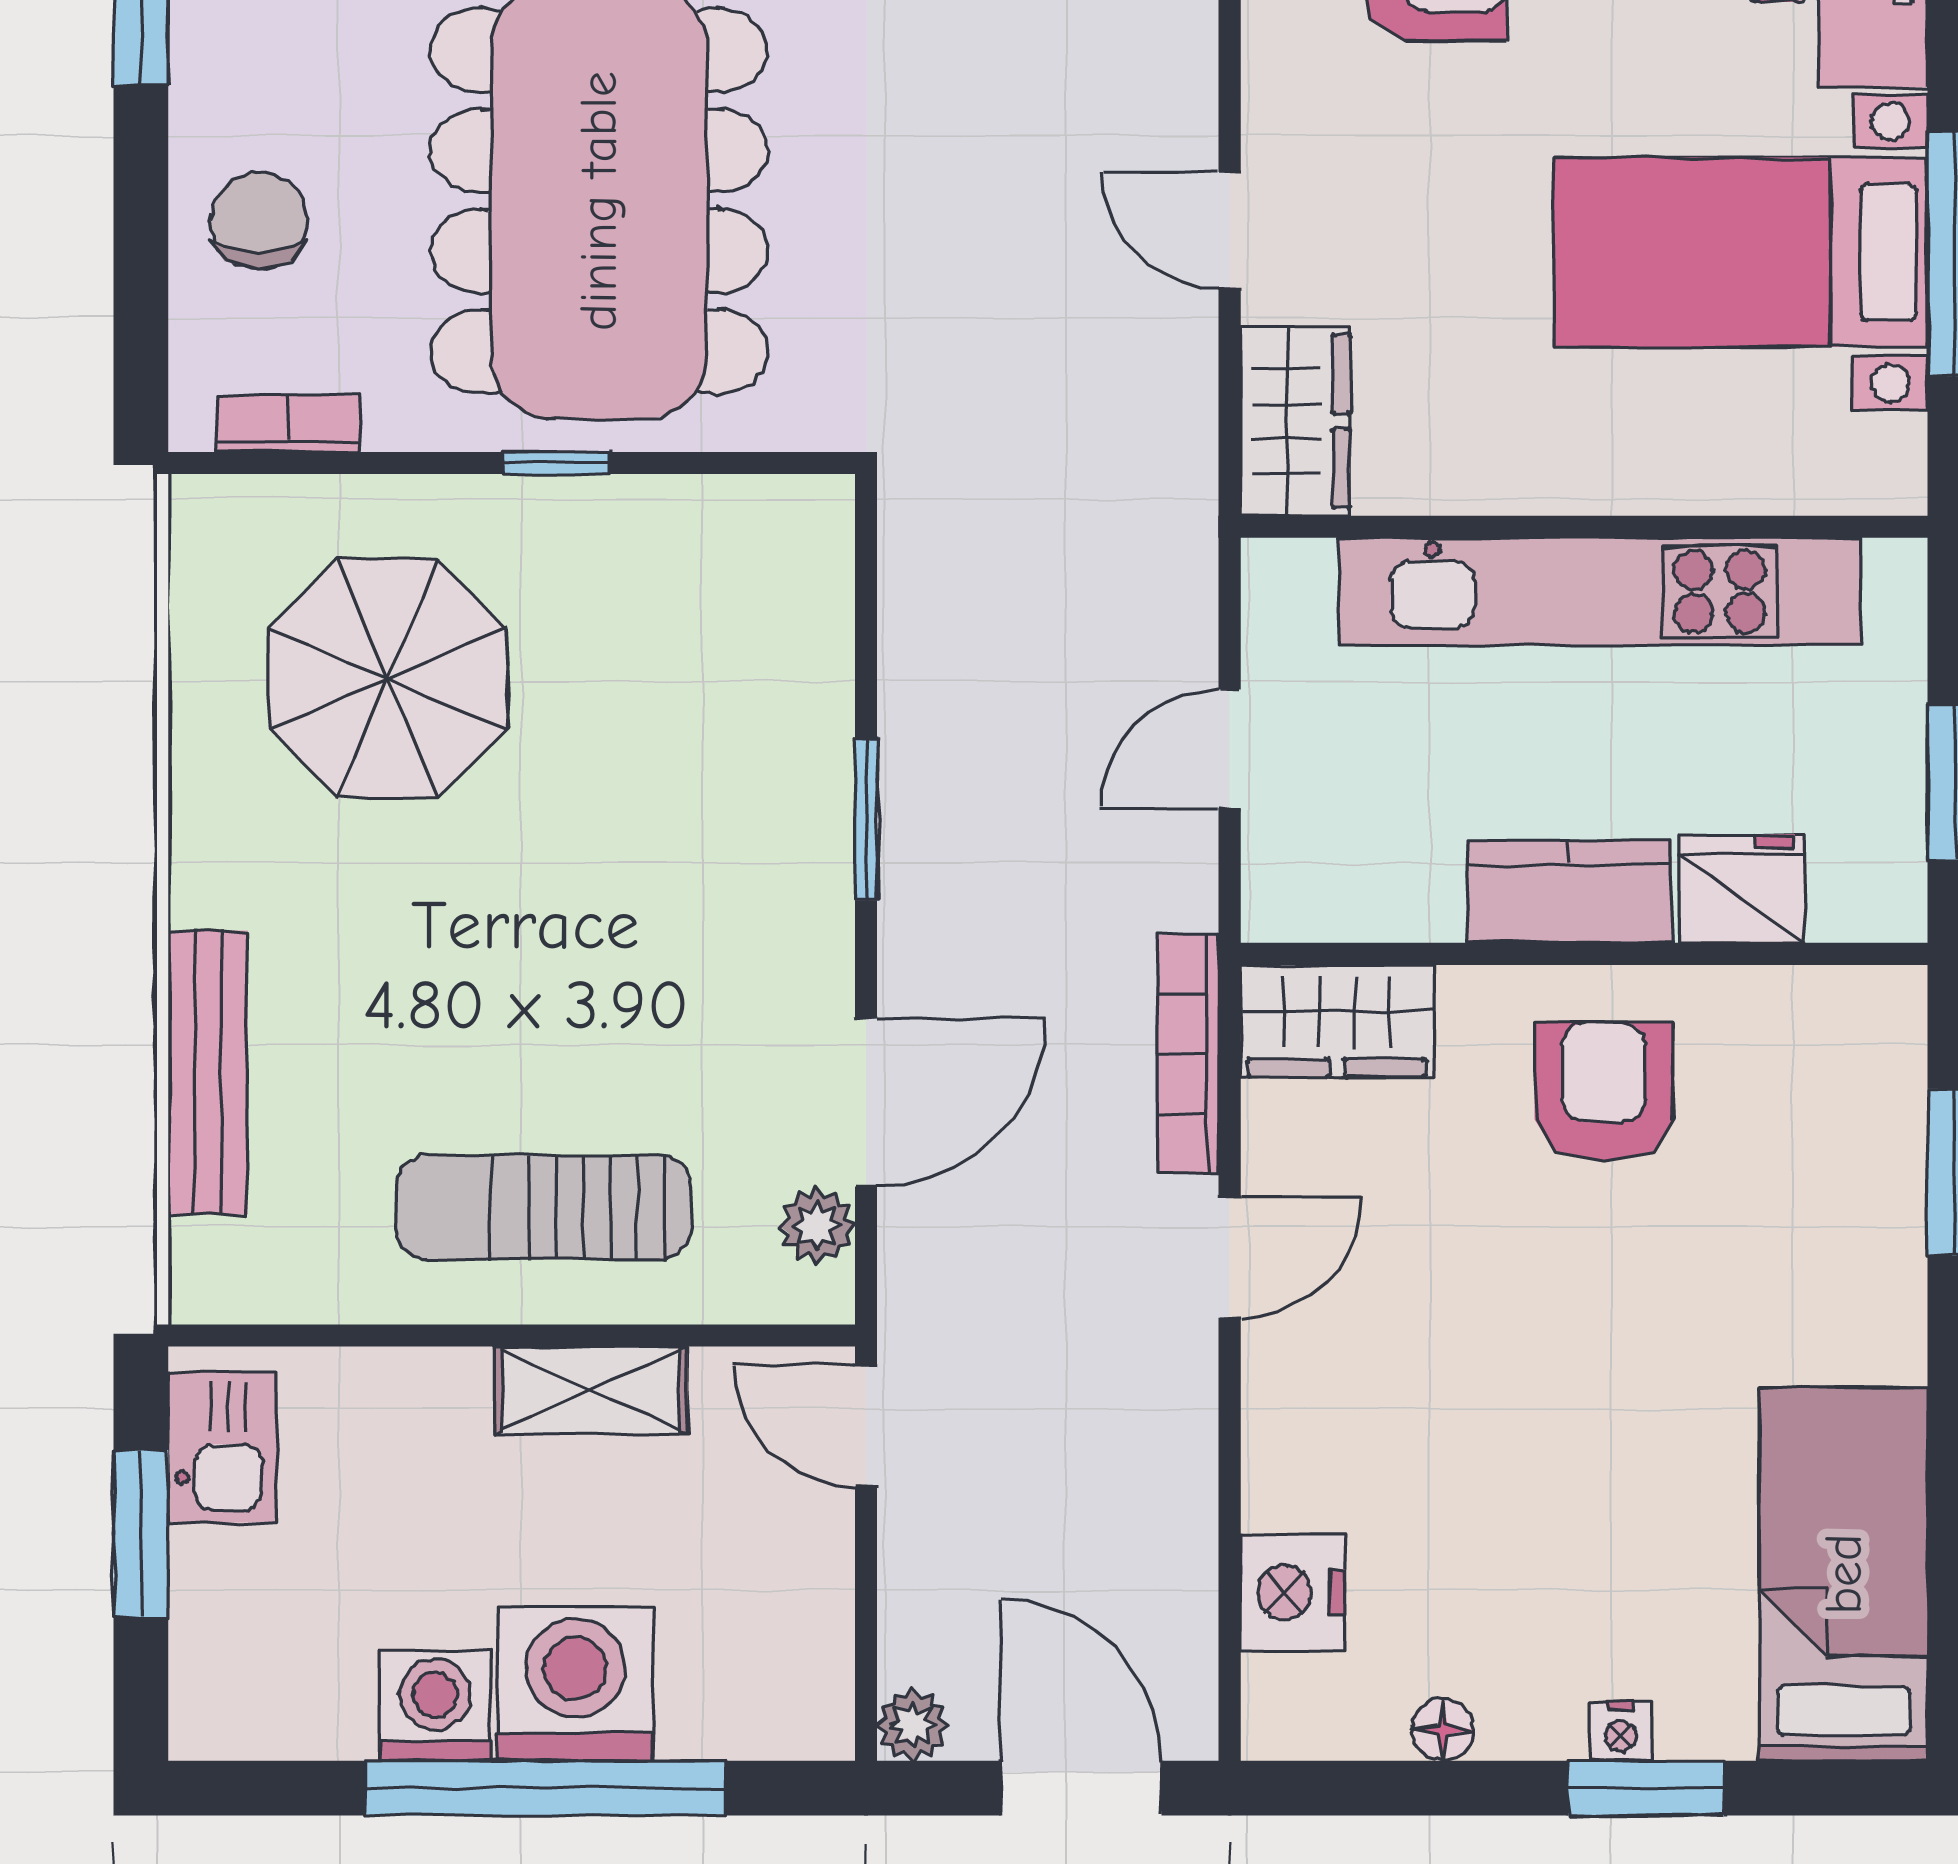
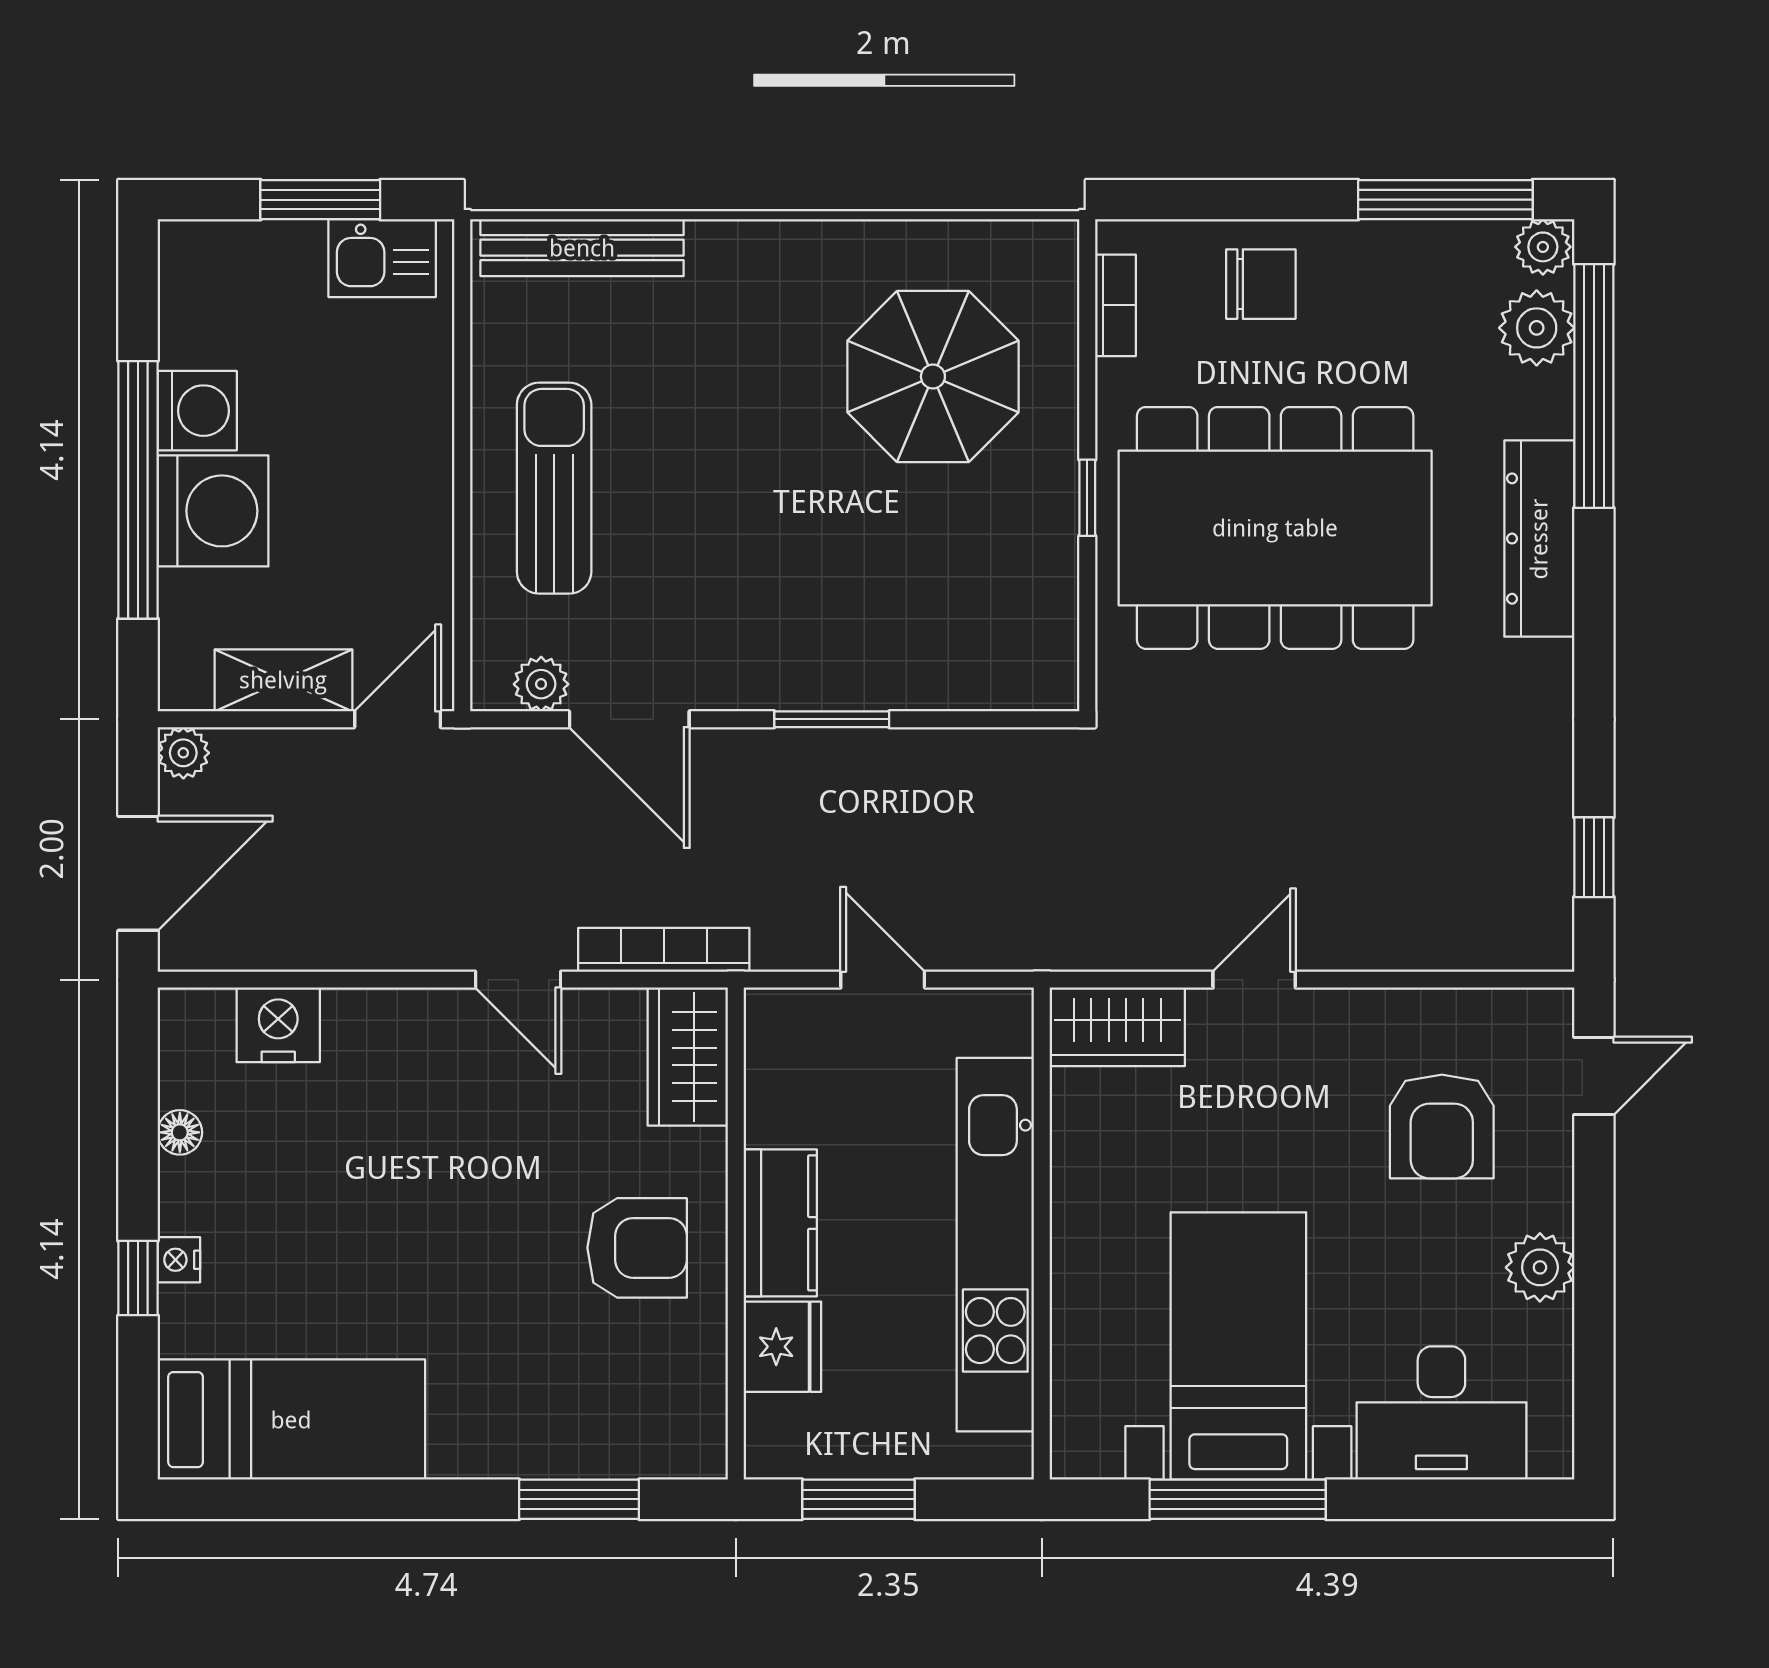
bench: (208, 1073) -> (582, 248), moved
shelving: (591, 1390) -> (283, 680), moved, turned 90
window: (1646, 1788) -> (138, 1278), width x0.67

